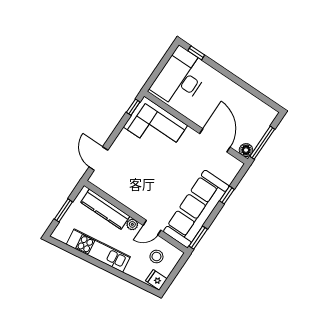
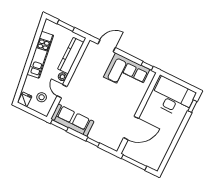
corner sofa: (155, 126) -> (127, 73), moved, turned -90
floor lamp: (246, 150) -> (127, 151), removed
sofa: (196, 209) -> (72, 120), width x0.74, depth x0.79

